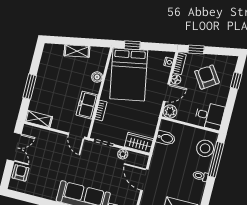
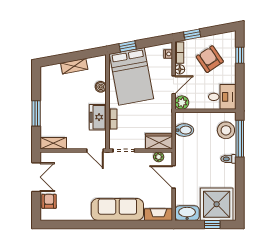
plant: (123, 154) -> (159, 157), moved

